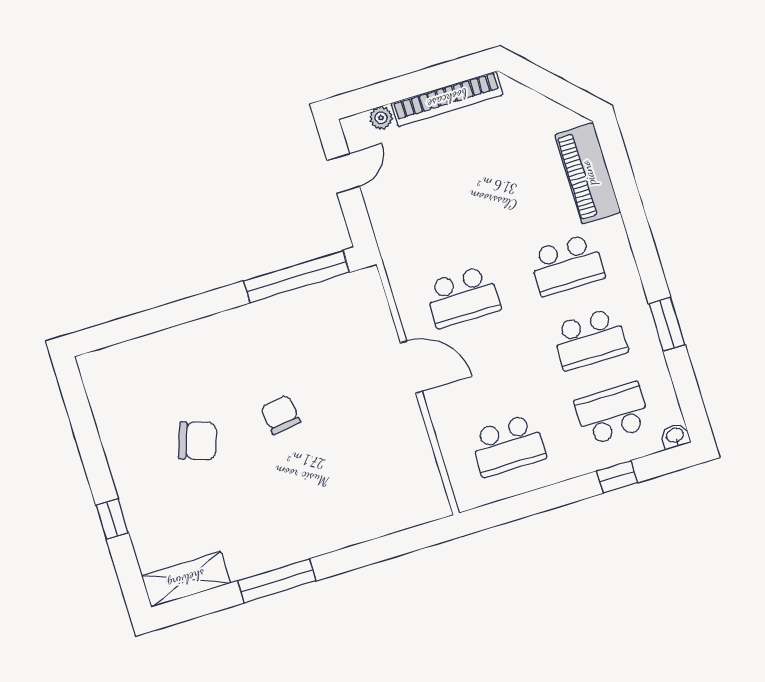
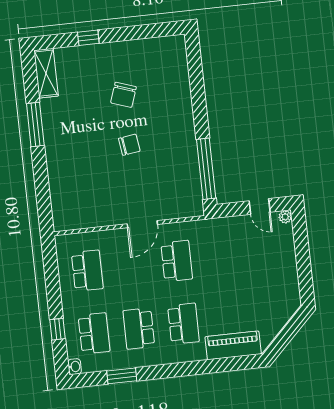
bookcase: (447, 99) -> (291, 274), removed
plant: (381, 118) -> (285, 217), moved
school desk: (567, 265) -> (183, 324), turned 180
school desk: (463, 297) -> (177, 261), turned 180
window: (667, 324) -> (122, 376), moved
school desk: (508, 445) -> (87, 271), turned 180

